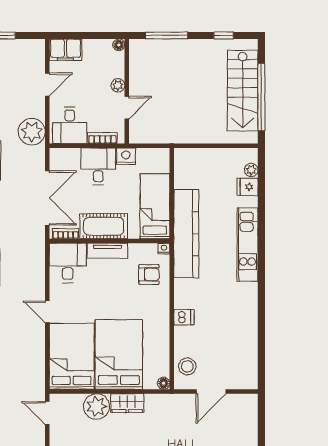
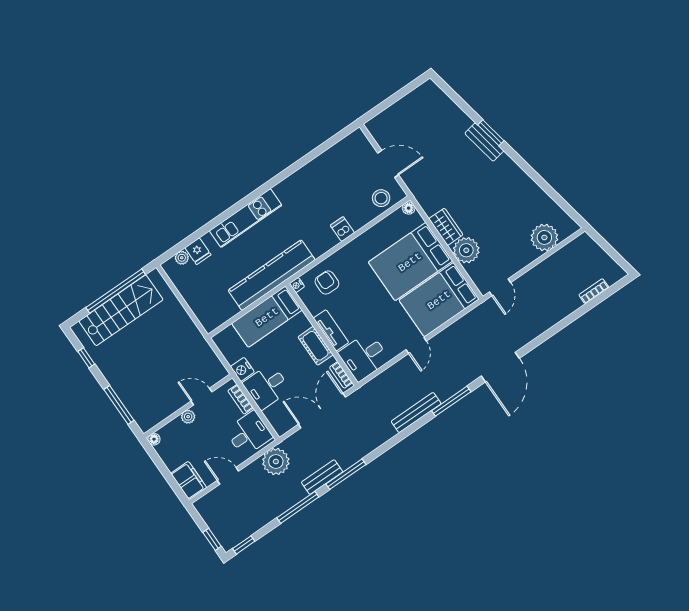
cot: (104, 226) -> (316, 346), width x0.73, depth x0.75

